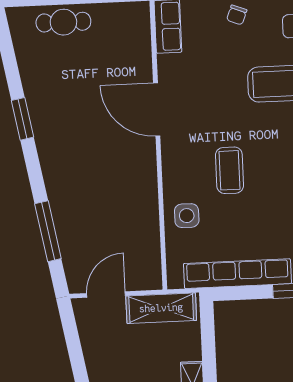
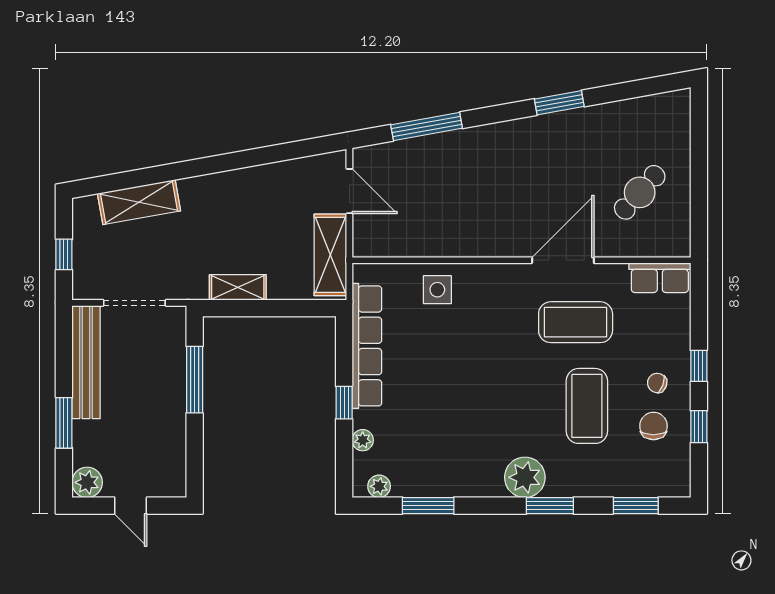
chair: (237, 15) -> (657, 383), moved
cafe table: (63, 22) -> (640, 192), moved, turned 42
coffee table: (230, 170) -> (576, 322), moved, width x1.36, depth x1.32

